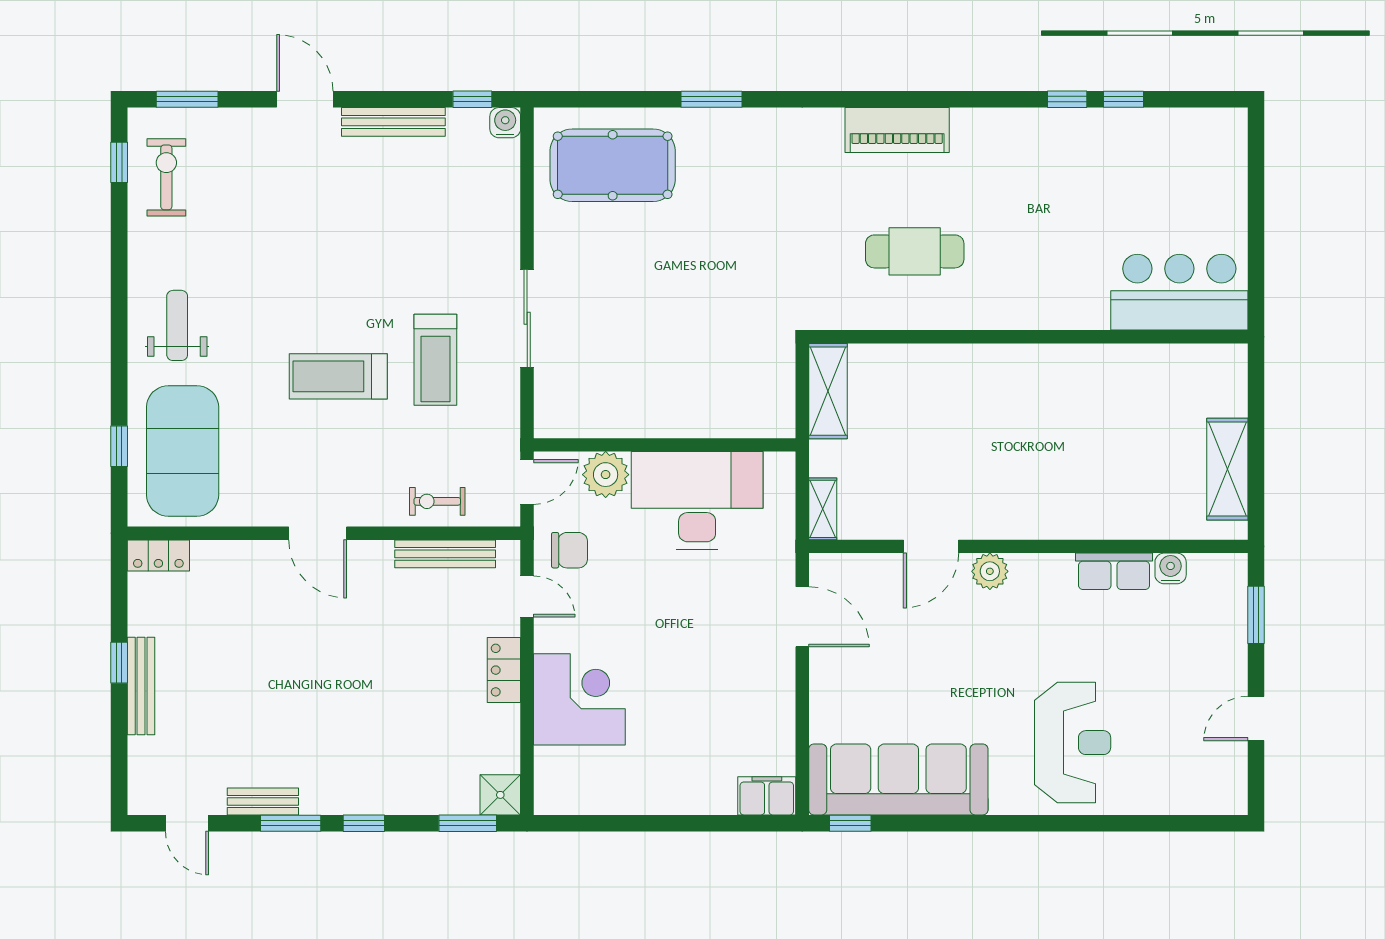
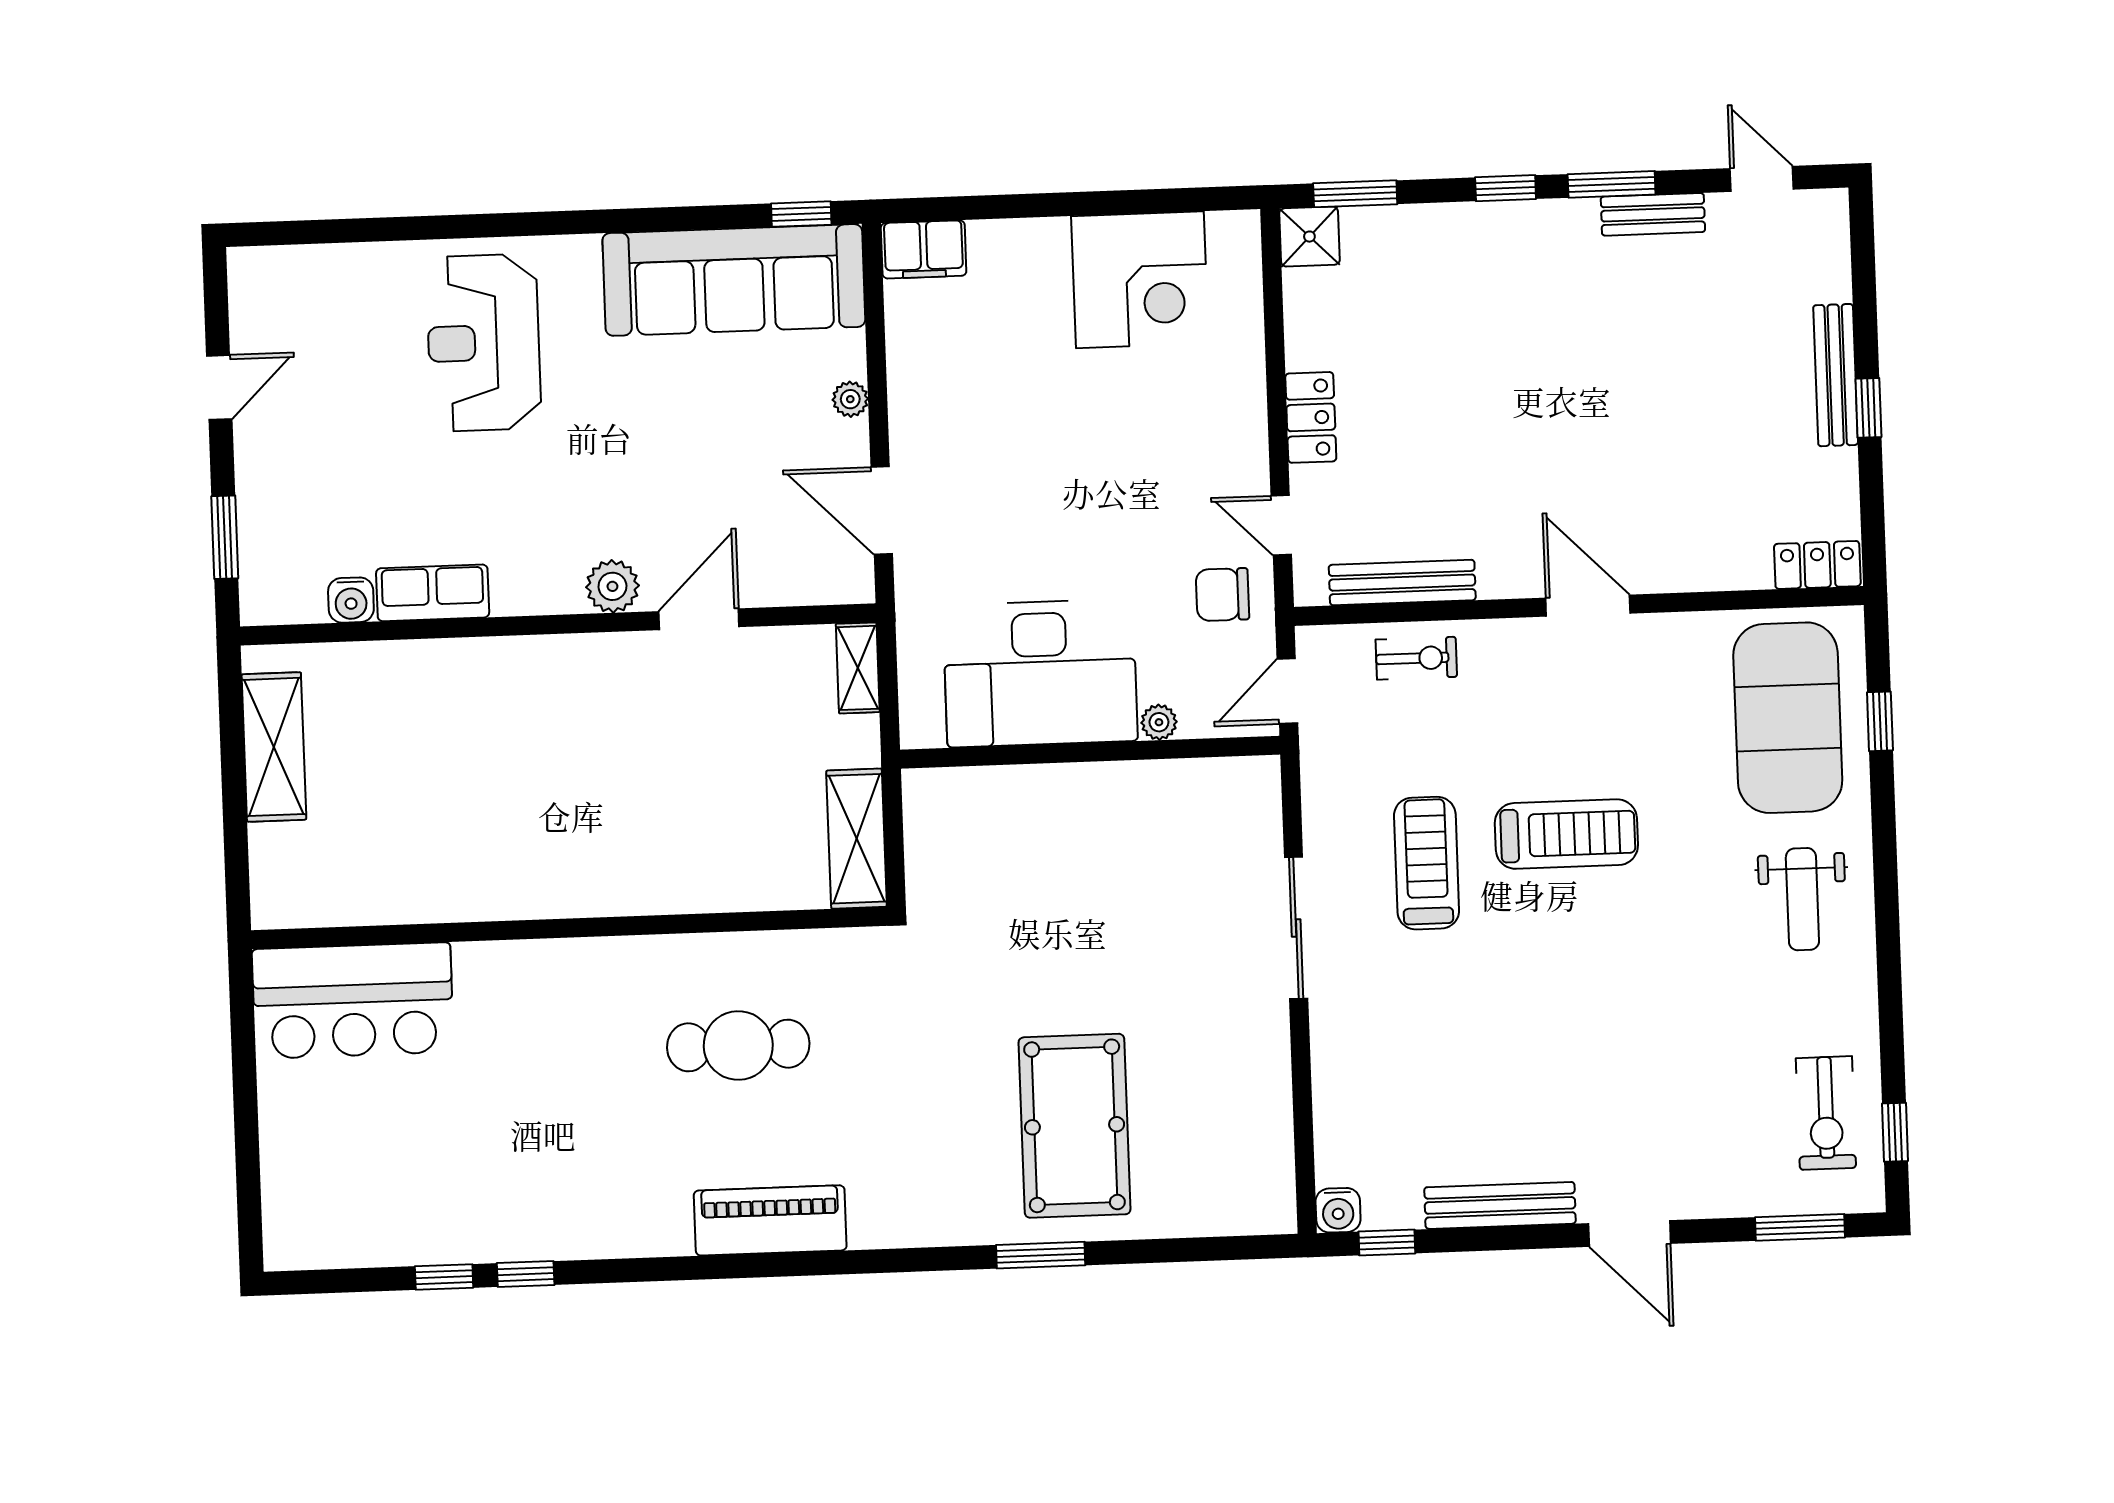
pool table: (613, 165) -> (1075, 1126), moved, turned 90
plant: (606, 475) -> (1159, 722), width x0.53, depth x0.53
plant: (821, 694) -> (850, 399), added
corner desk: (579, 699) -> (1140, 280), moved, turned -90

